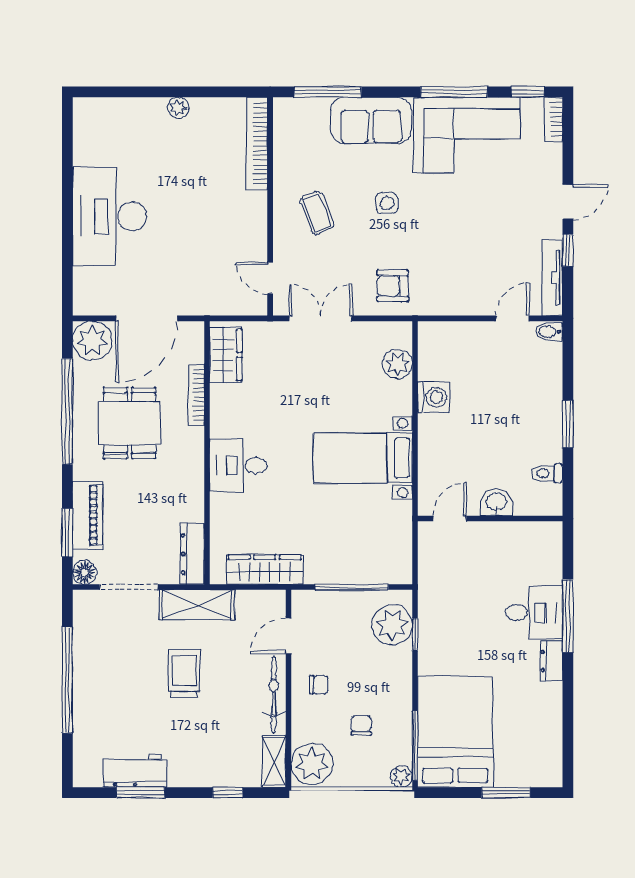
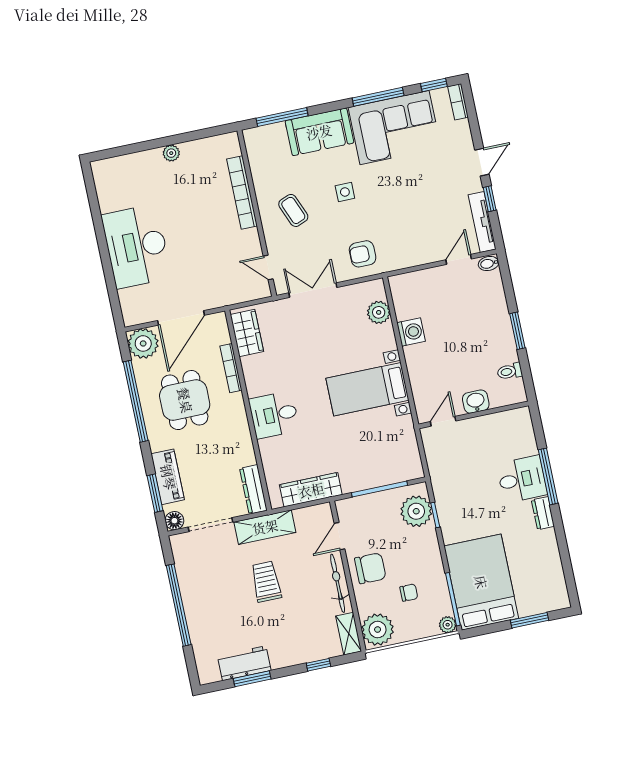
bookcase: (257, 143) -> (242, 192), moved
chair: (319, 685) -> (370, 568), width x1.87, depth x1.87
chair: (361, 726) -> (409, 593), turned 90

